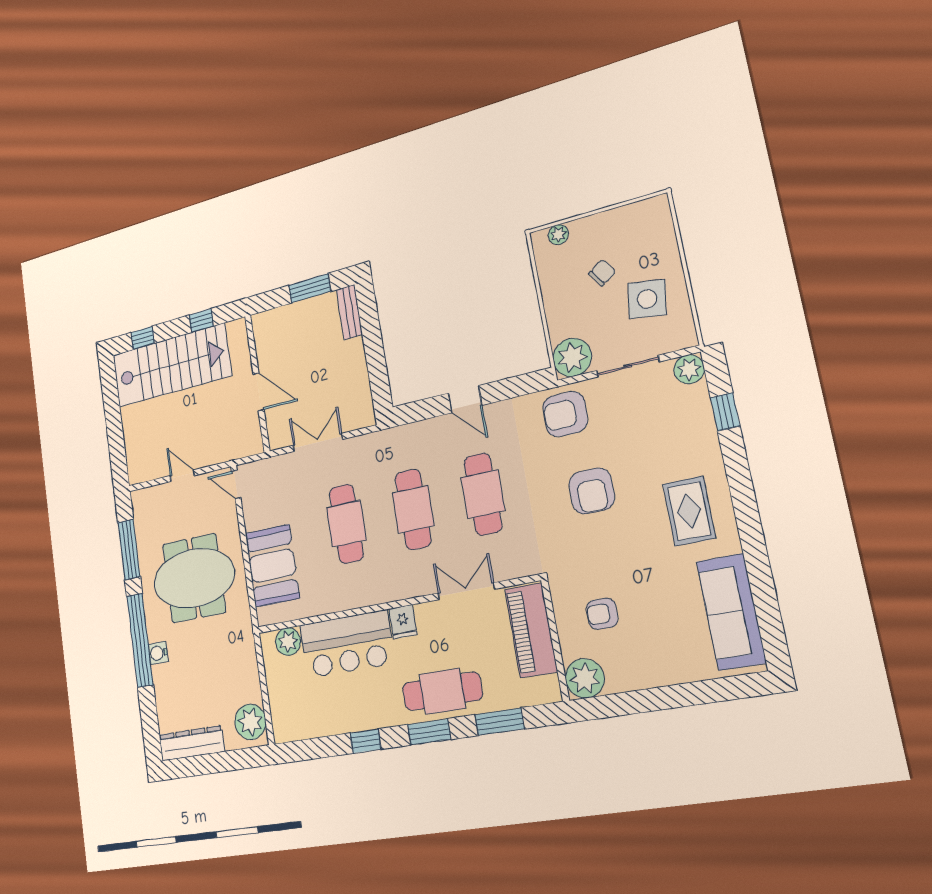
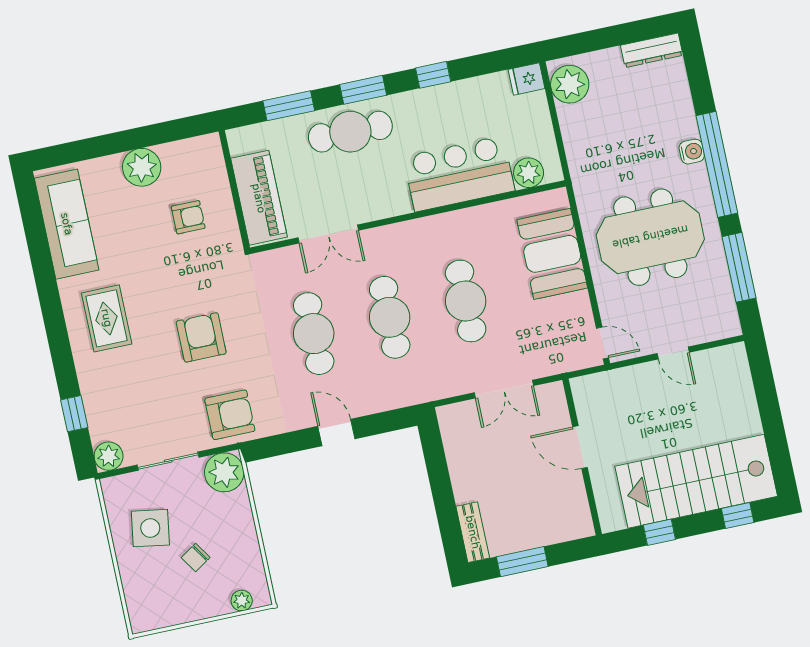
fridge: (403, 622) -> (527, 79), moved, turned -90
plant: (585, 678) -> (142, 167), moved
dresser: (192, 743) -> (652, 50), width x0.73, depth x0.80

